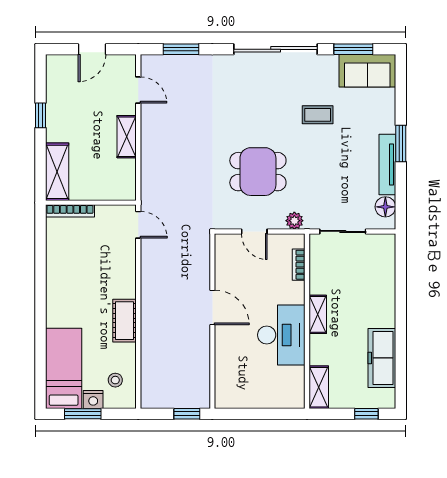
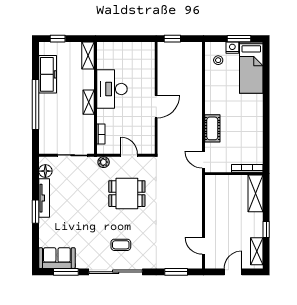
coffee table: (318, 115) -> (121, 245), moved
shelving: (127, 137) -> (257, 251), moved
door: (212, 307) -> (156, 107), swing flipped
window: (401, 311) -> (36, 104), added
cot: (124, 321) -> (212, 128), moved

